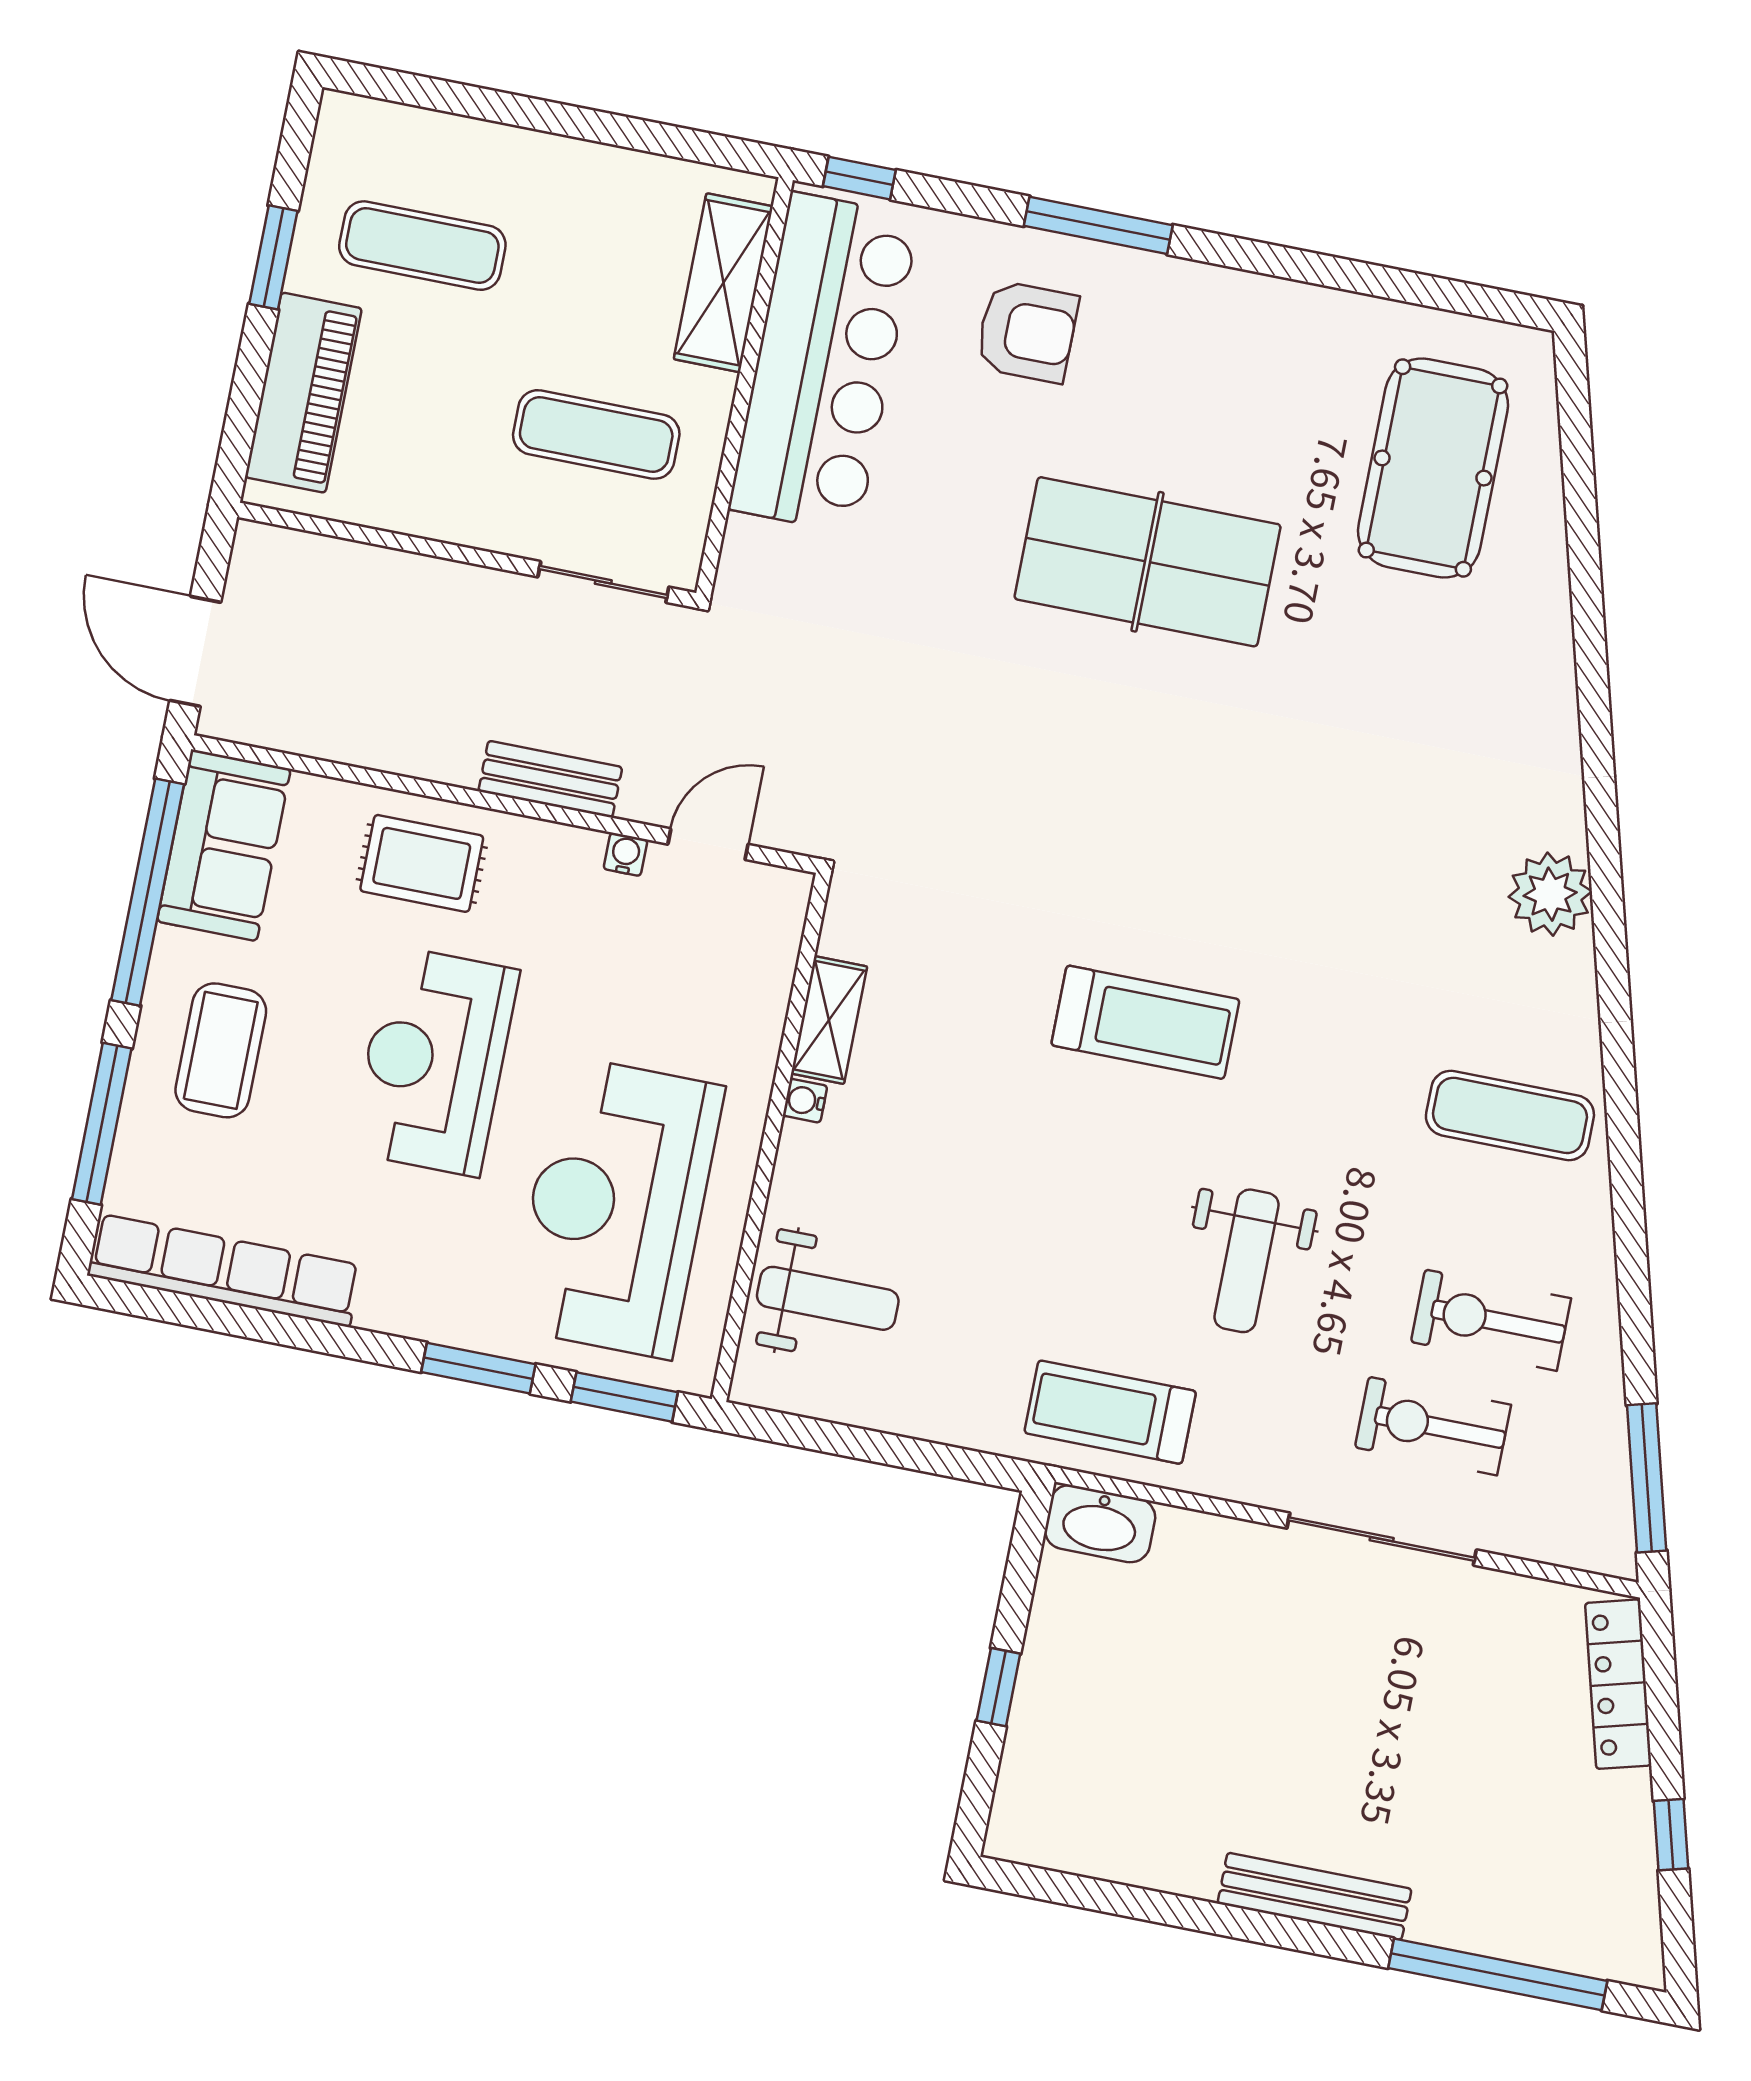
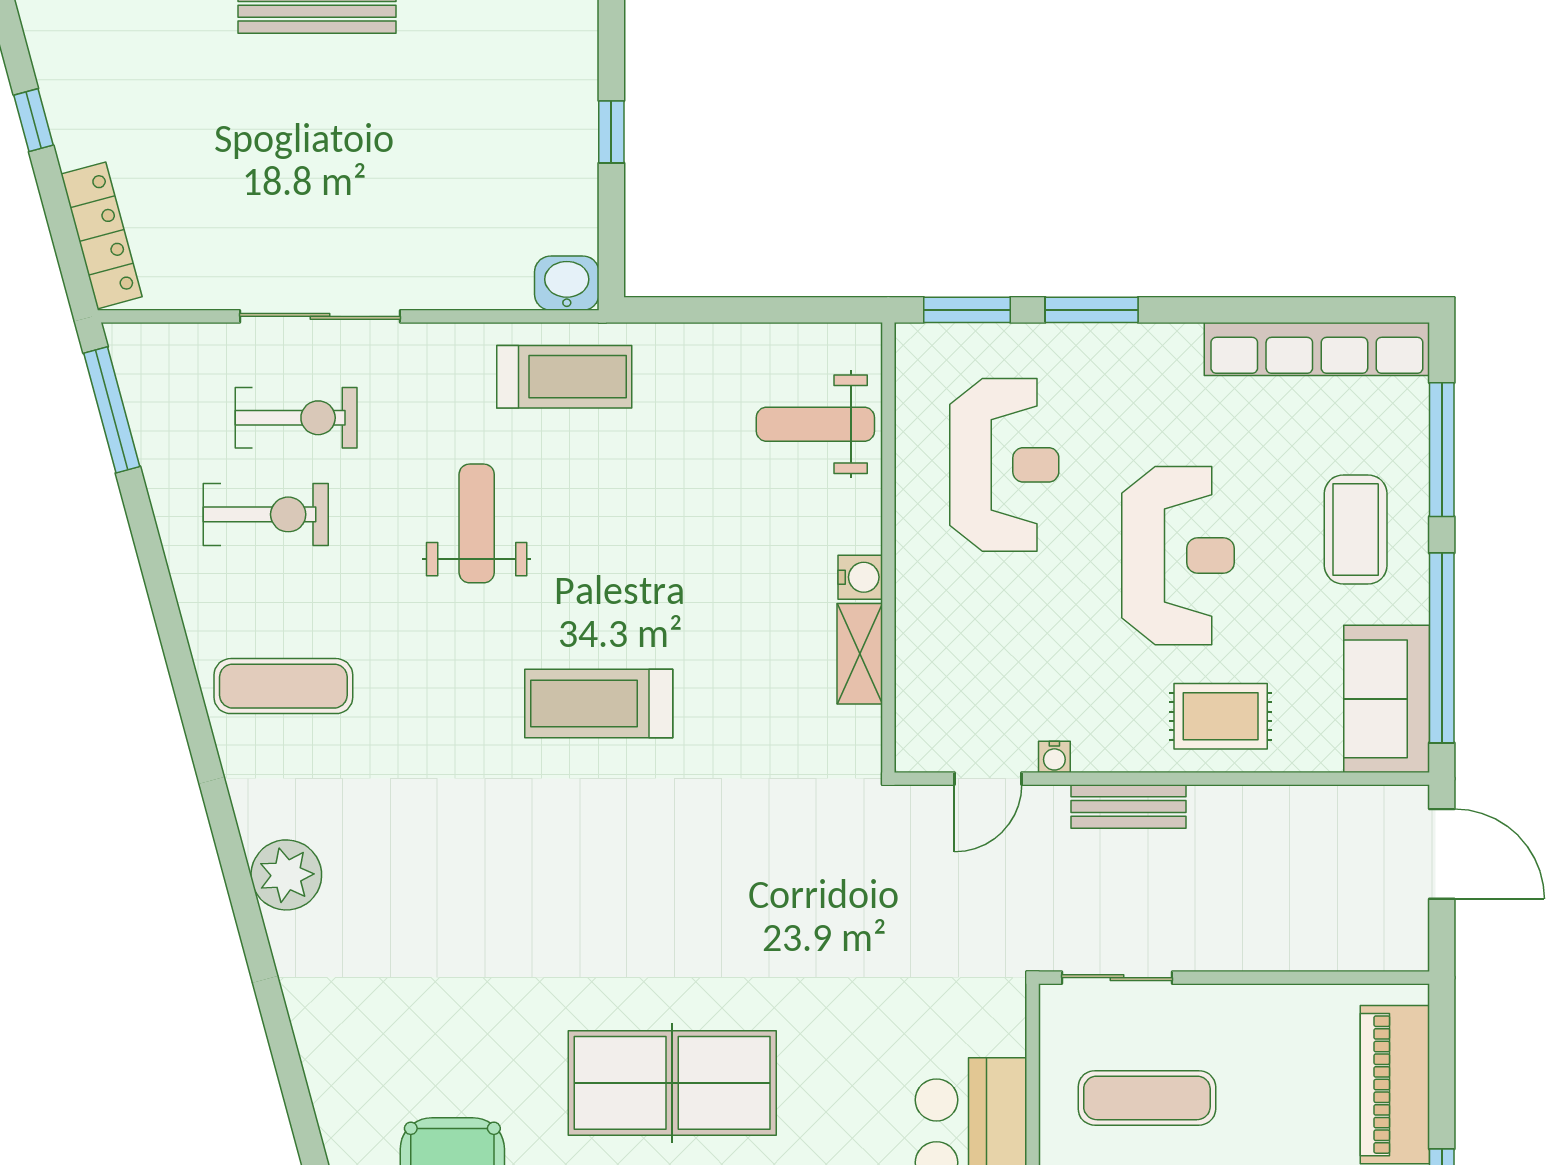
water cooler: (805, 1101) -> (860, 577), width x1.38, depth x1.38
reception desk: (616, 1207) -> (1004, 465), width x0.74, depth x0.77
washbasin: (1100, 1524) -> (567, 283), width x0.72

